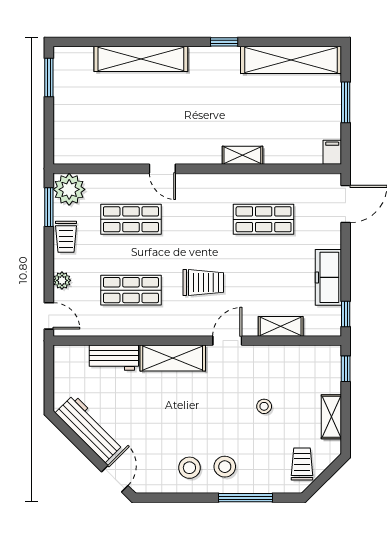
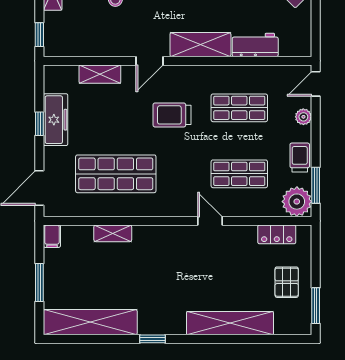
pallet: (80, 103) -> (287, 282), added
locker: (91, 154) -> (277, 234), added
shelving: (242, 155) -> (113, 233), moved
shop shelf: (264, 219) -> (116, 174), width x1.43, depth x1.36
window: (346, 314) -> (39, 124), moved
door: (49, 316) -> (316, 84), hinge flipped

